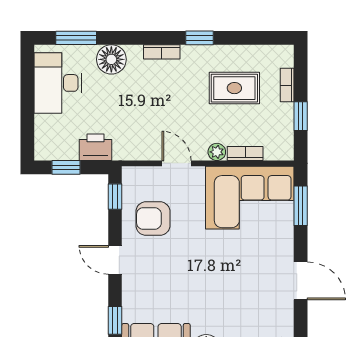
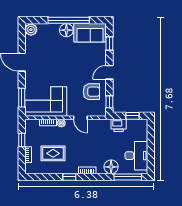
window: (76, 38) -> (128, 177), width x1.44
door: (115, 260) -> (109, 72), swing flipped

